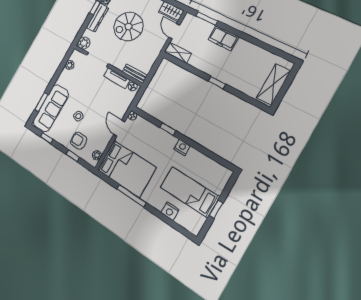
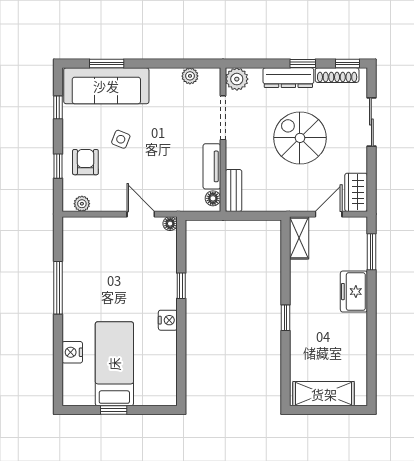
door: (119, 128) -> (141, 214), hinge flipped
bed: (126, 169) -> (91, 259), removed

